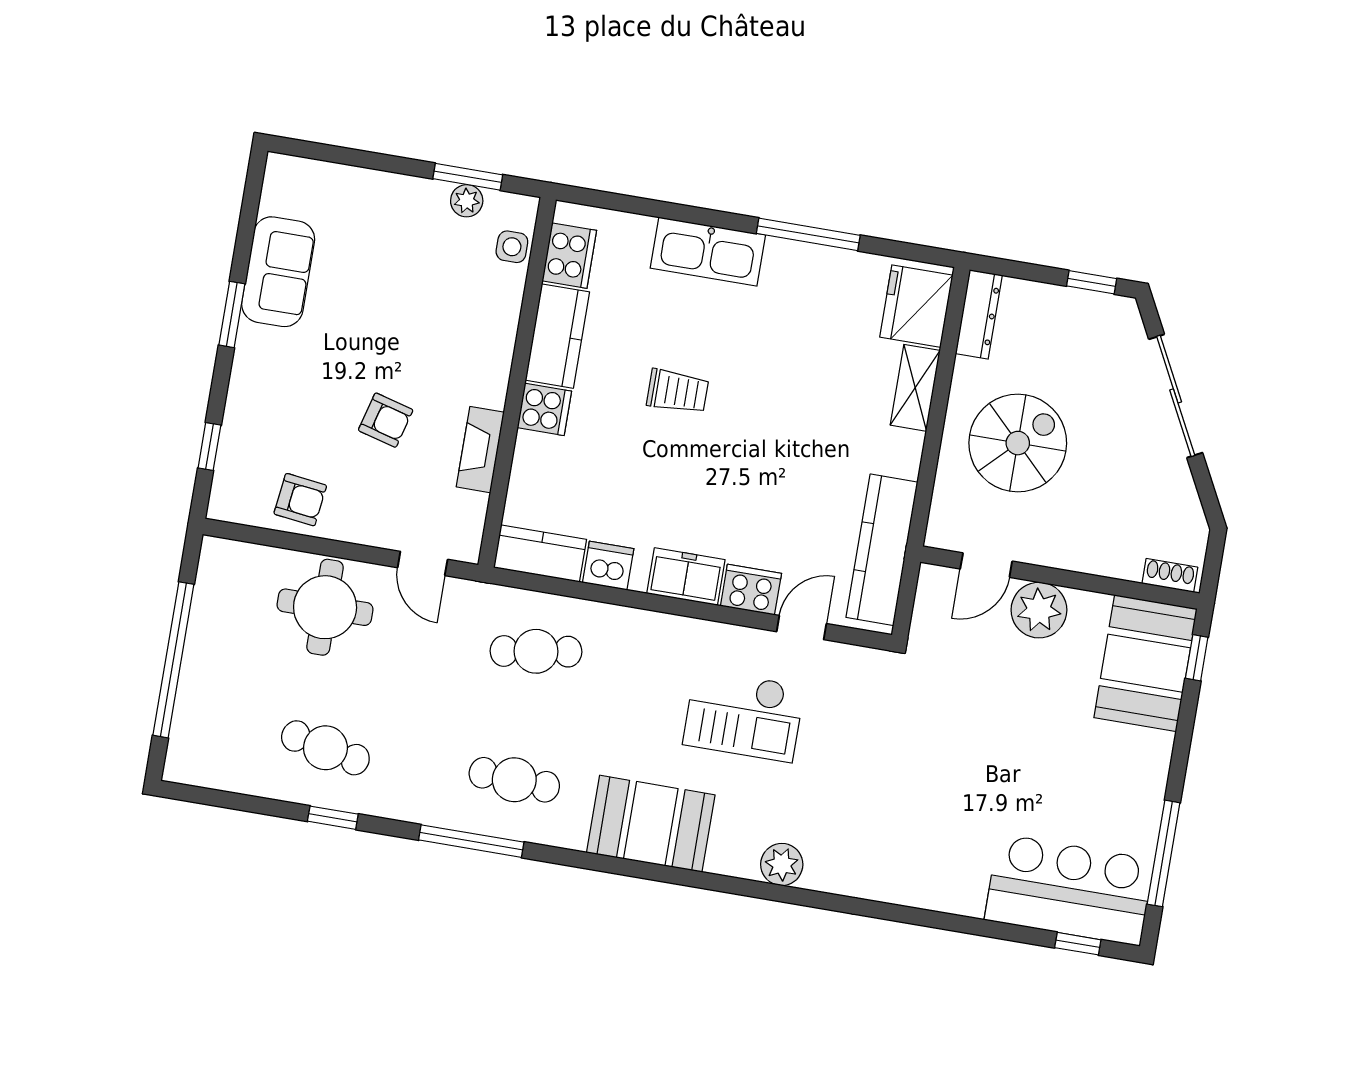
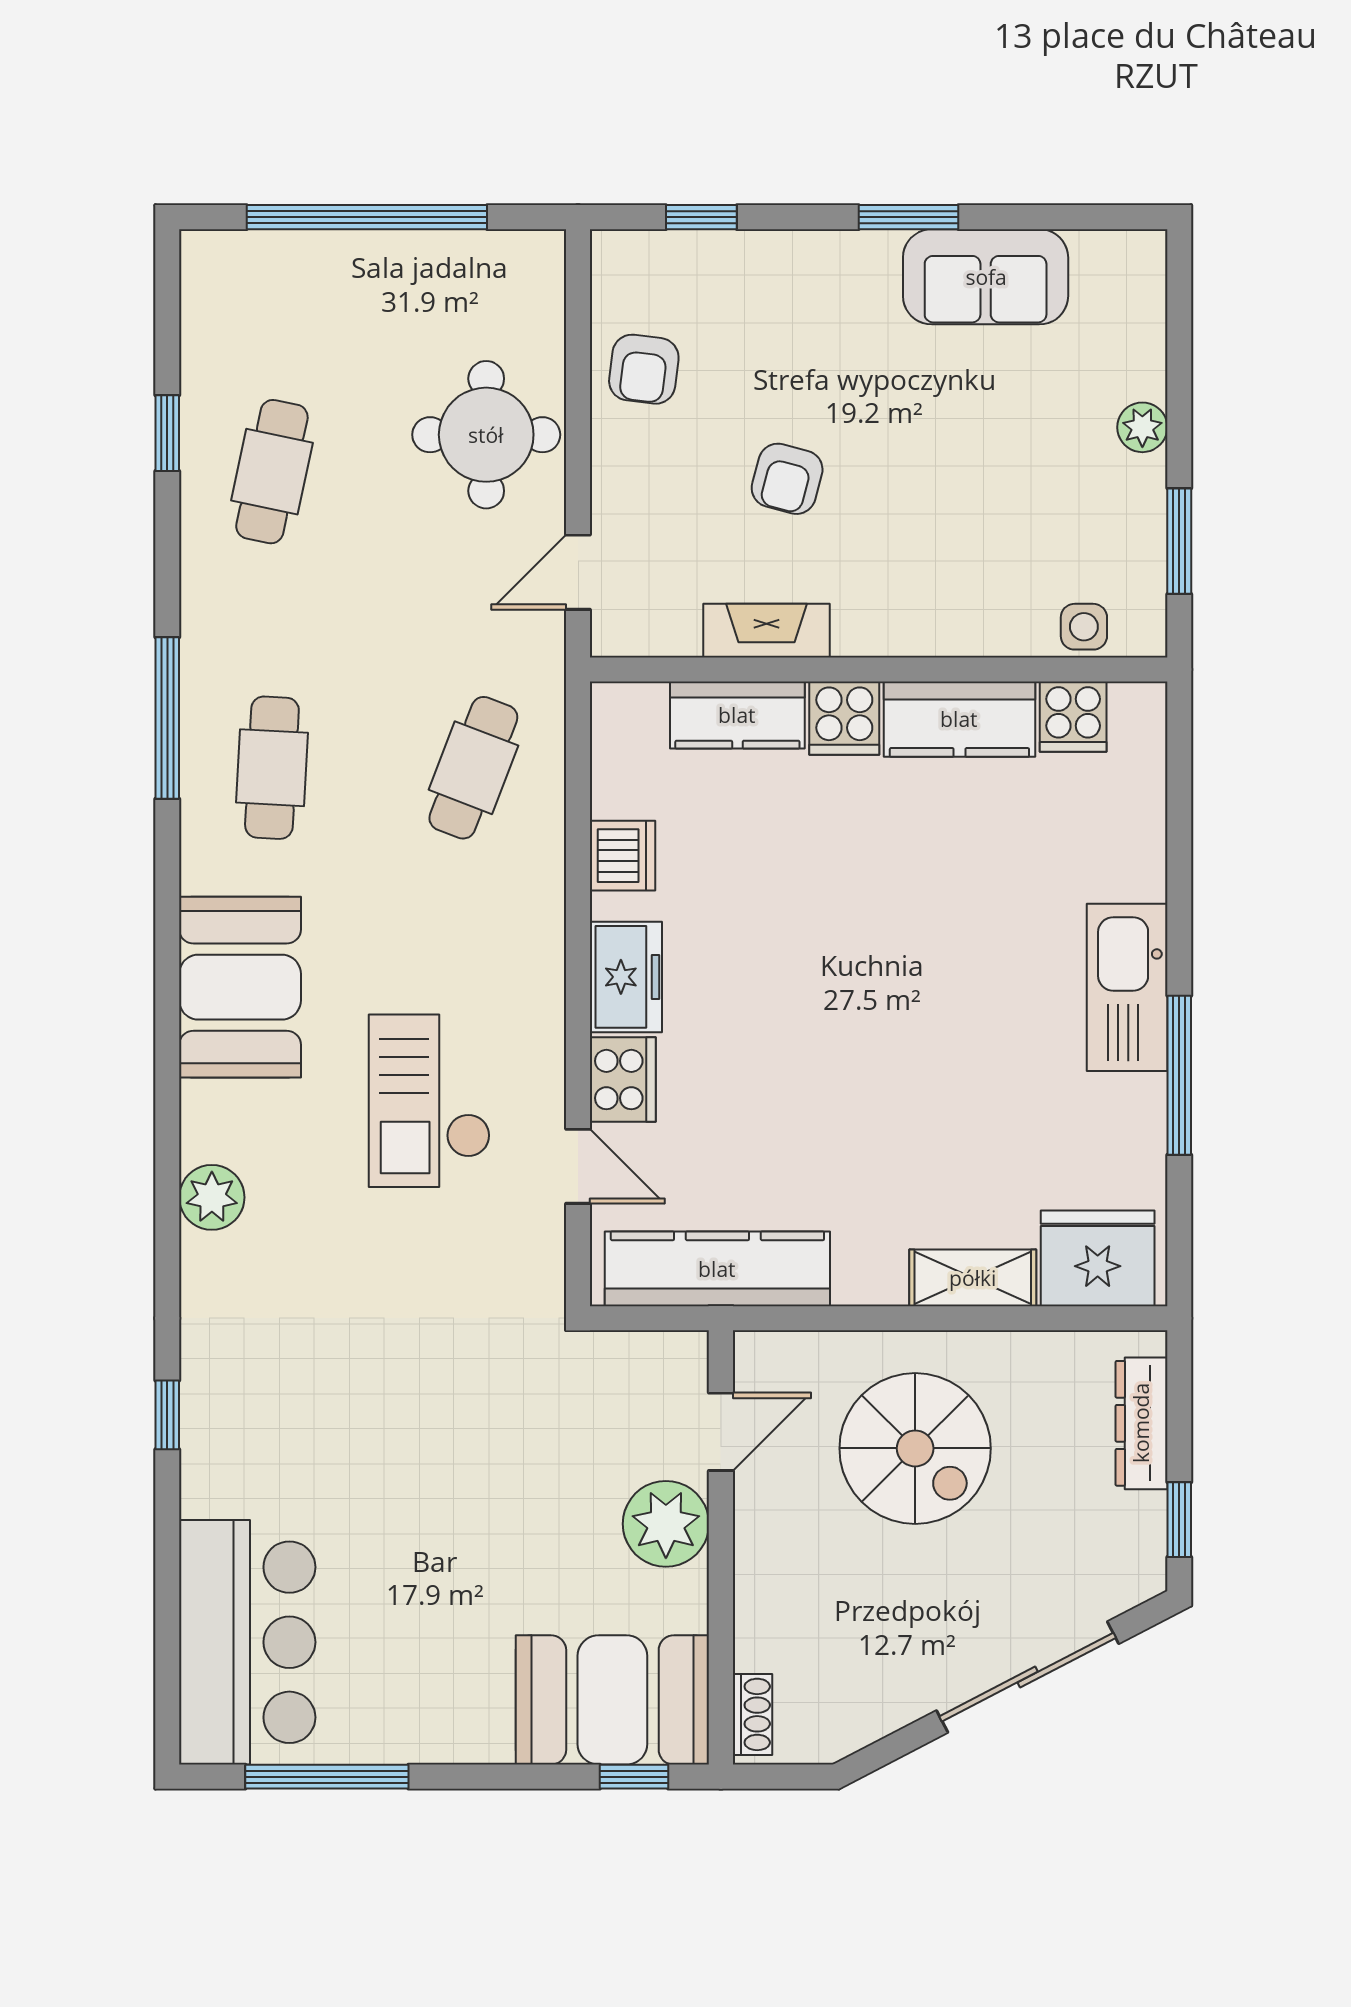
plant: (467, 201) -> (1142, 427), moved
kitchen sink: (708, 252) -> (1127, 987), moved
cooker: (569, 256) -> (1073, 717), width x0.73
dresser: (979, 314) -> (1141, 1423), moved, turned 90
trolley: (678, 391) -> (906, 917), removed
kitchen counter: (540, 553) -> (737, 715), moved, turned 90
door: (986, 565) -> (721, 1432), swing flipped
cafe table: (536, 651) -> (473, 768), turned 30
window: (333, 818) -> (167, 433), moved
window: (1078, 944) -> (167, 1415), moved

